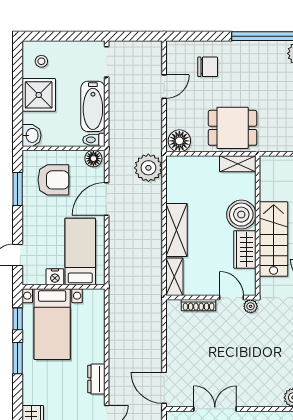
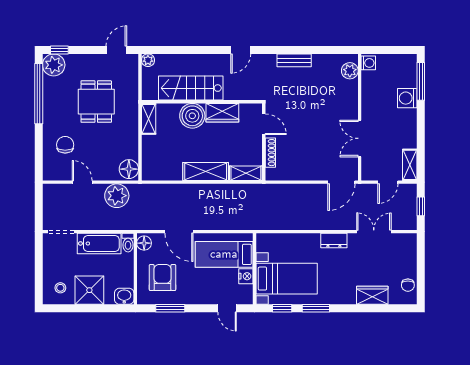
dining table: (233, 128) -> (96, 102), moved
plant: (148, 168) -> (117, 196), moved
stairs: (274, 239) -> (191, 88), moved
door: (231, 298) -> (264, 124), swing flipped
plant: (251, 306) -> (271, 108), removed

